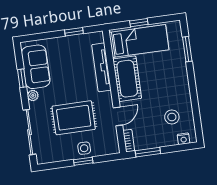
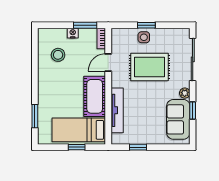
nightstand: (184, 139) -> (73, 33), moved

